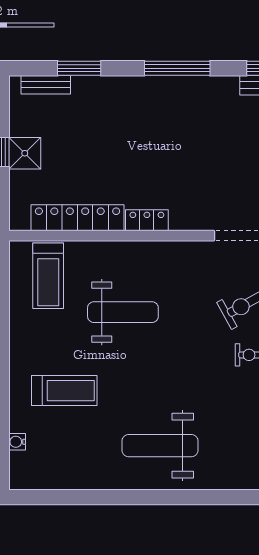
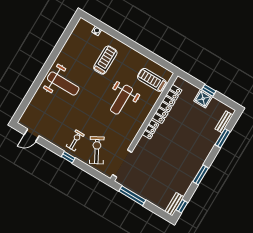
window: (177, 68) -> (201, 175), width x0.69
treadmill: (64, 391) -> (105, 60), turned 180
weight bench: (160, 446) -> (63, 84), turned 90

